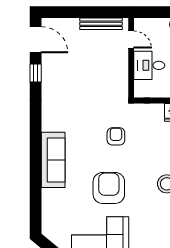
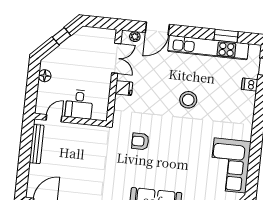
armchair: (109, 188) -> (186, 153), removed

